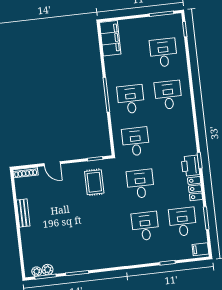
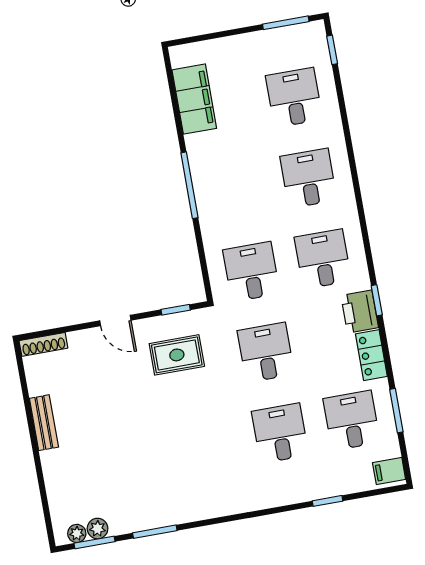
filing cabinet: (110, 38) -> (194, 99), moved
desk: (131, 99) -> (323, 259), moved
door: (52, 164) -> (115, 320), moved
rug: (94, 182) -> (177, 355), turned 90

